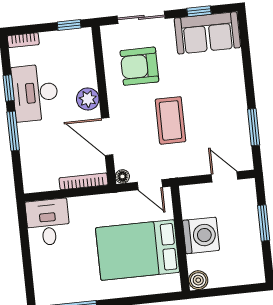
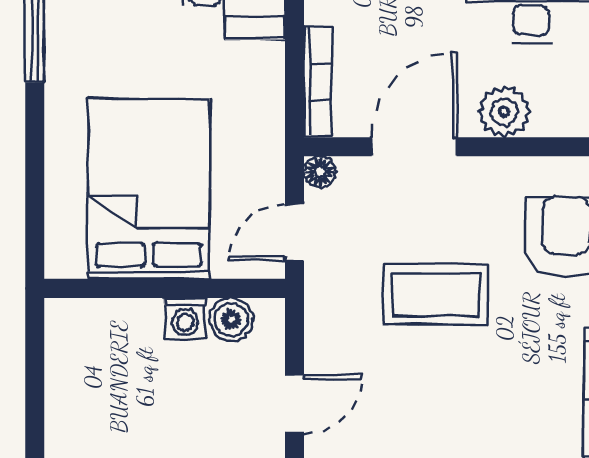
washing machine: (201, 235) -> (185, 318), width x0.53, depth x0.53
boiler: (198, 280) -> (231, 320), moved

